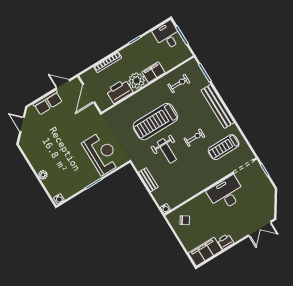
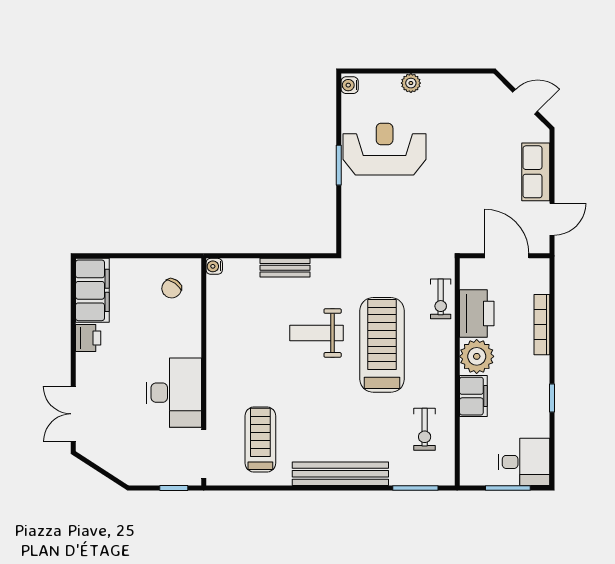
exercise bike: (194, 138) -> (441, 299), moved
reception desk: (102, 153) -> (385, 149), moved, turned 180

